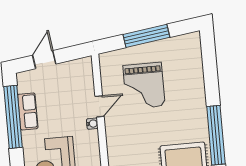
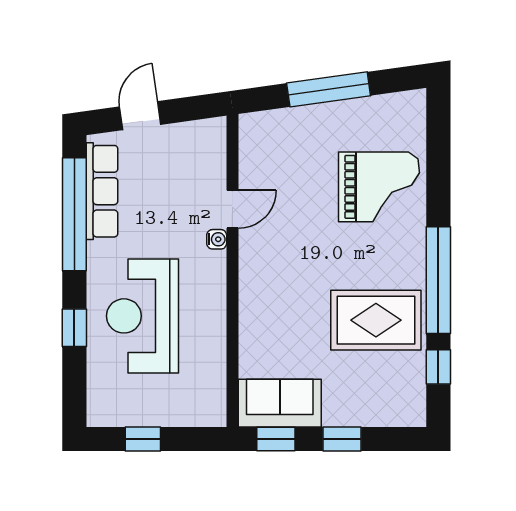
grand piano: (144, 86) -> (379, 187), moved, turned -90
row of seats: (28, 111) -> (102, 191), width x1.48

